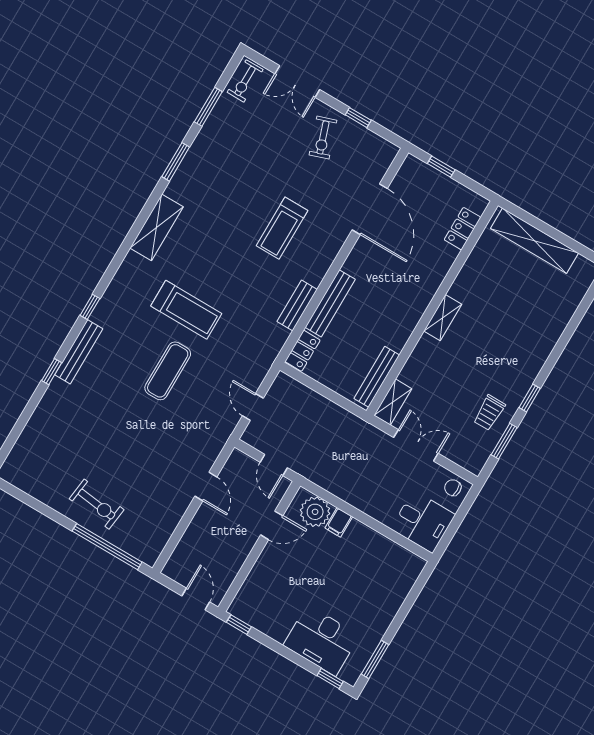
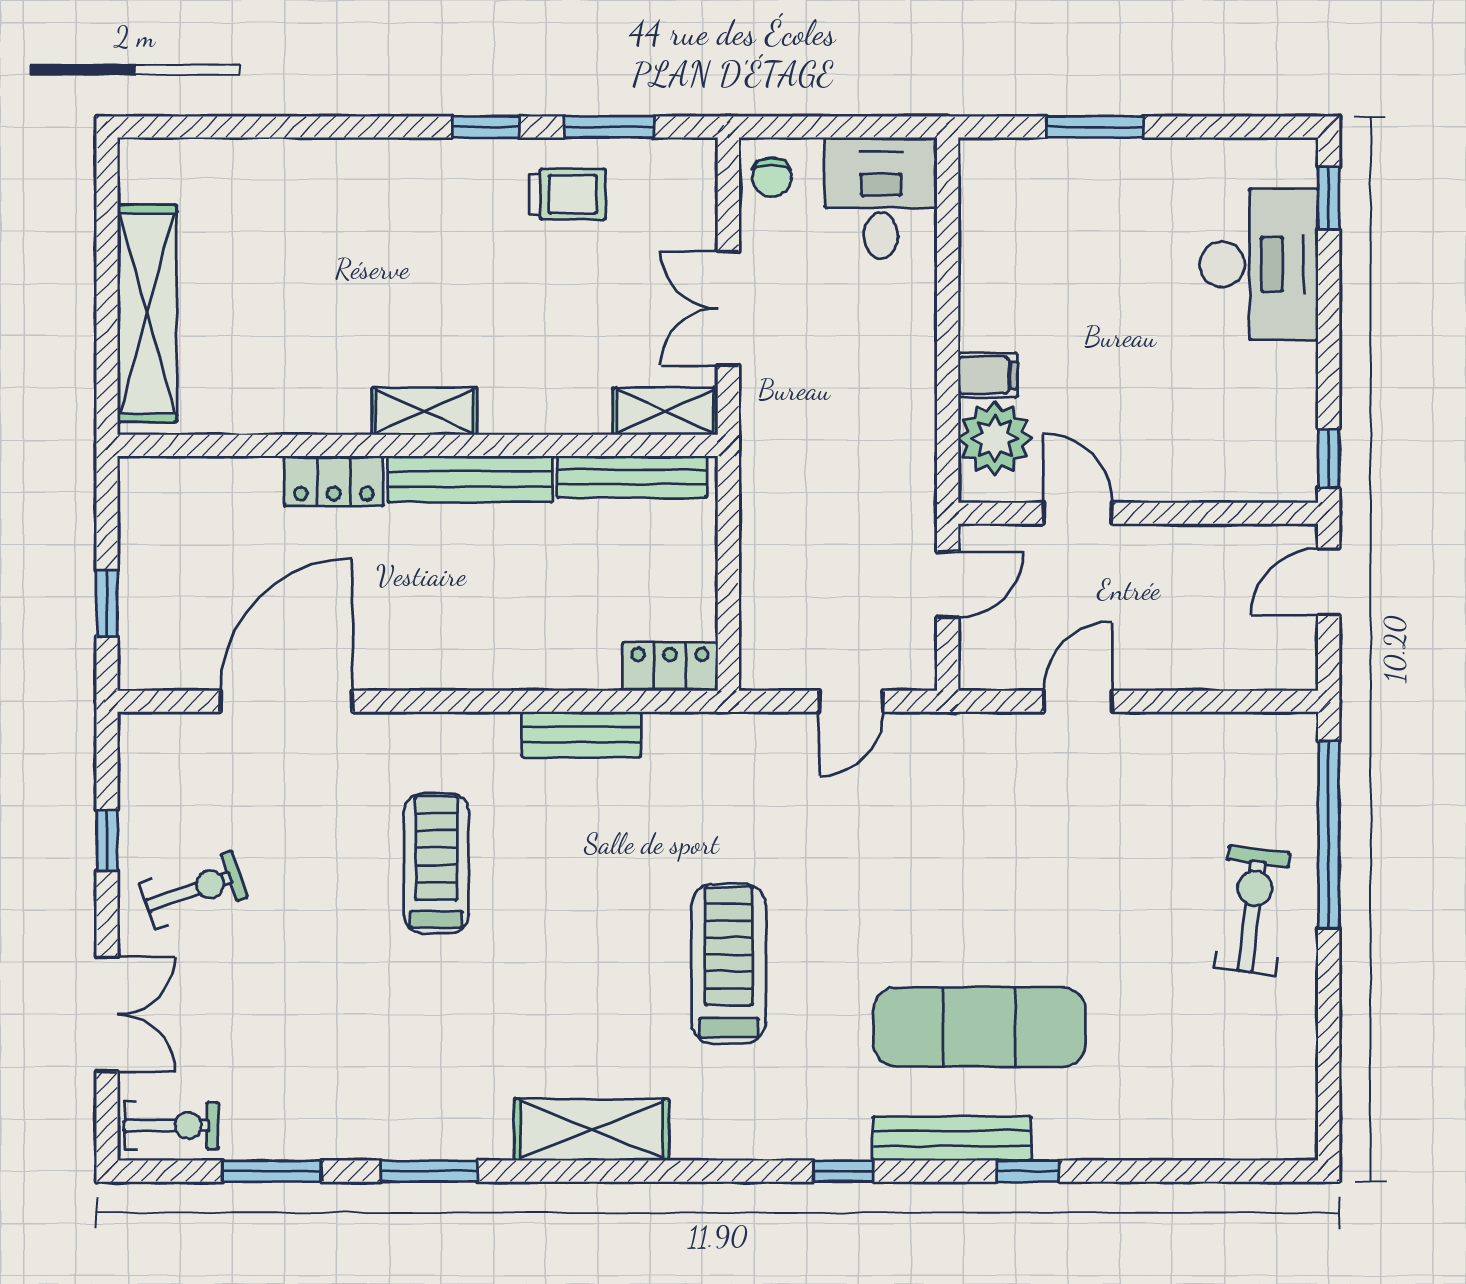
treadmill: (282, 228) -> (436, 863), turned -90
locker: (462, 229) -> (334, 481), moved
bench: (330, 303) -> (470, 479), moved
exercise mat: (168, 371) -> (979, 1027), moved, width x1.36, depth x1.45
window: (375, 659) -> (1095, 127), moved

